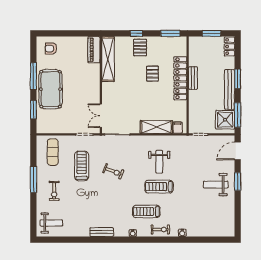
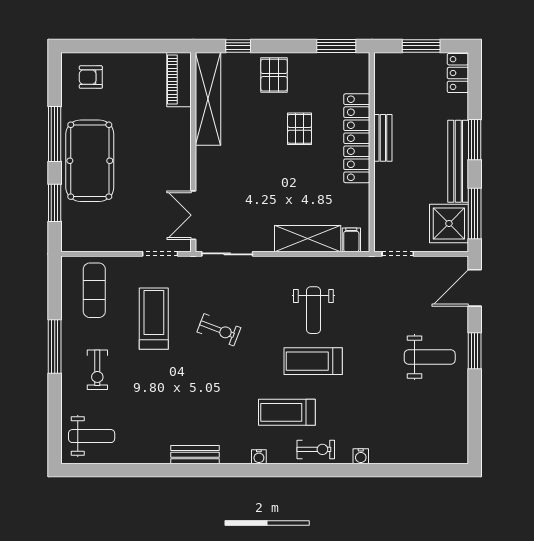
window: (136, 33) -> (238, 46), moved
weight bench: (216, 185) -> (430, 357), turned 180

